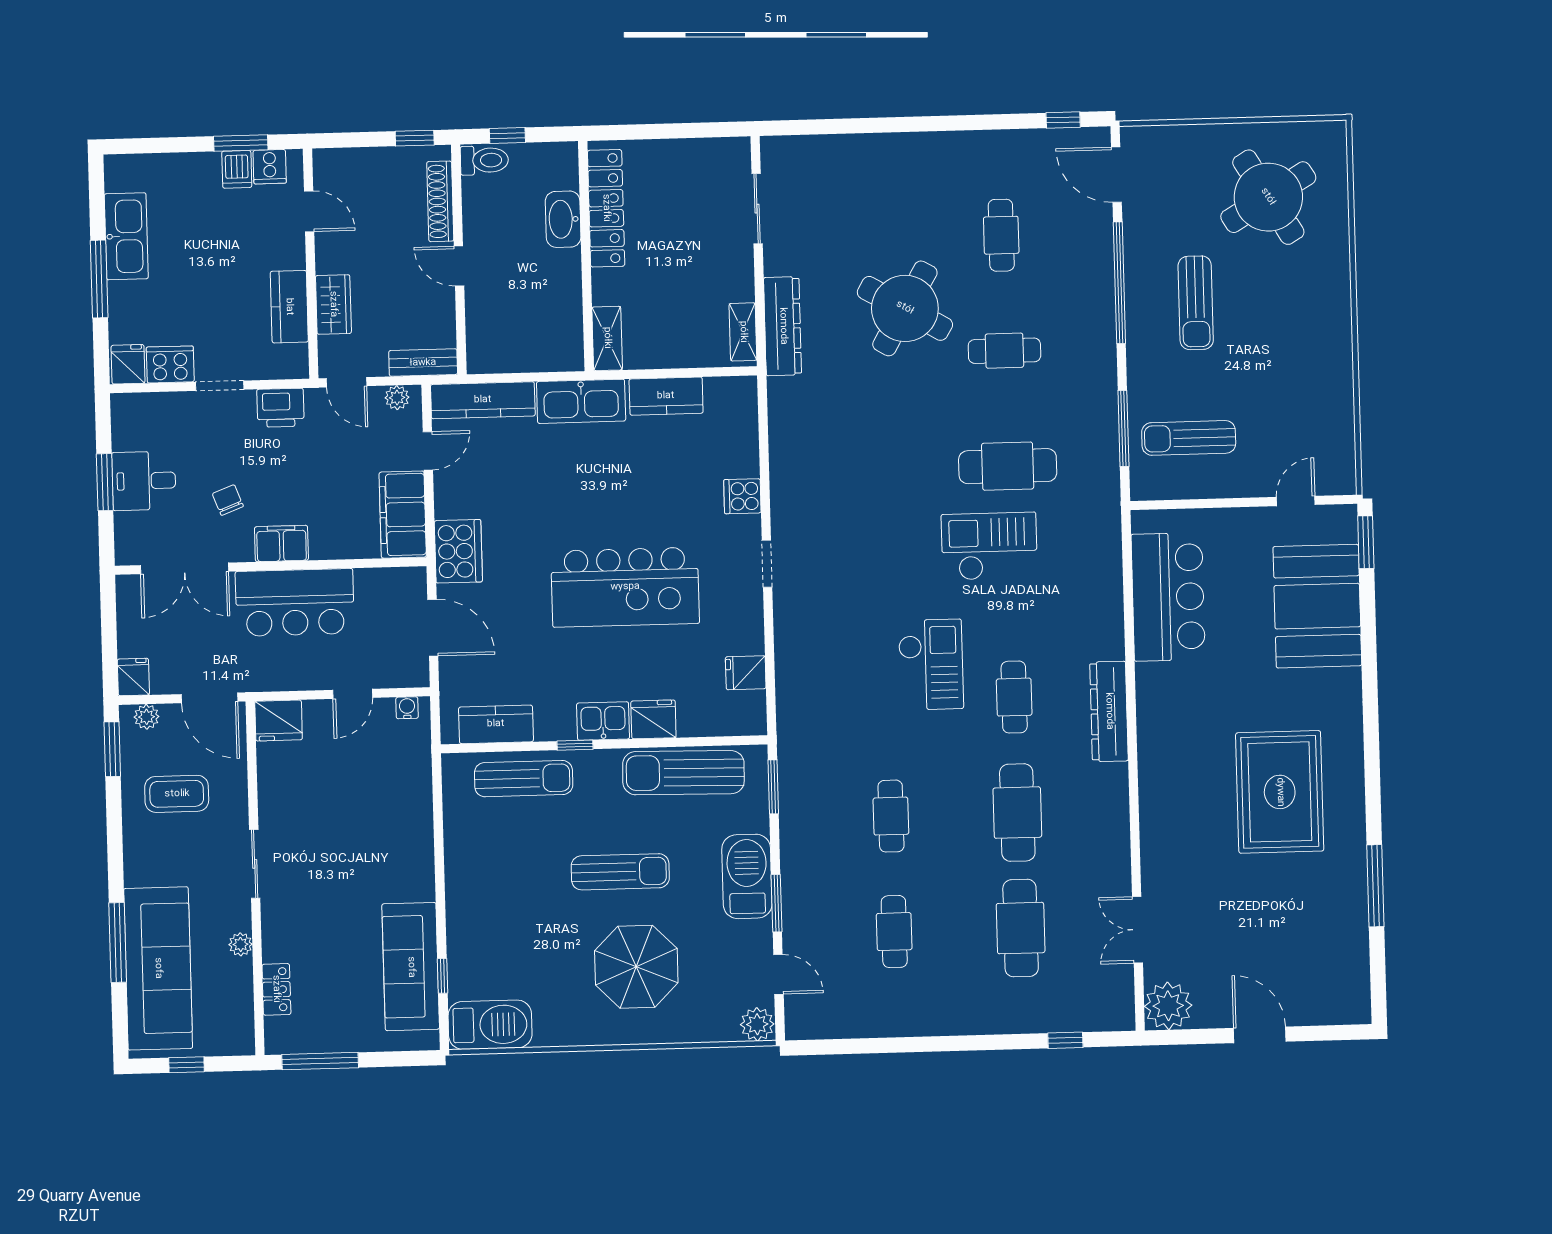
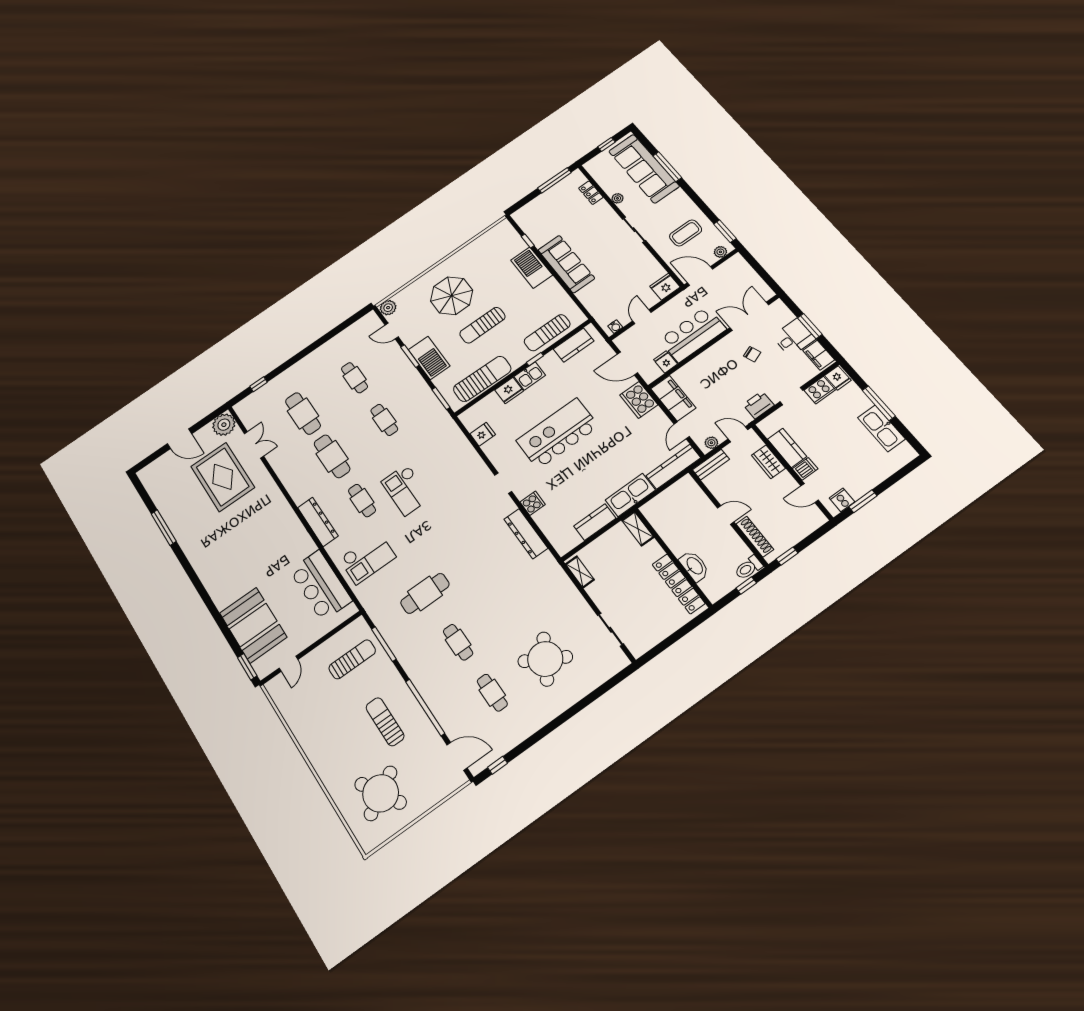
dishwasher: (237, 169) -> (805, 469), moved, turned 90
round table: (905, 308) -> (545, 659), moved
dresser: (783, 326) -> (526, 534), moved
cafe table: (1004, 351) -> (458, 642), turned 90
filing cabinet: (281, 543) -> (819, 355), moved, turned 90
checkout: (989, 546) -> (368, 558), moved
fridge: (133, 677) -> (666, 362), moved, turned 180
rug: (1280, 792) -> (223, 477), moved
sofa: (411, 967) -> (566, 264), moved
barbecue: (490, 1025) -> (532, 268), moved, turned 90

